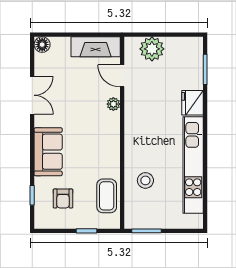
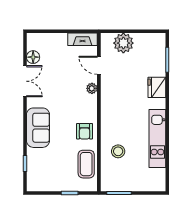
floor lamp: (42, 45) -> (33, 57), moved
fireplace: (96, 47) -> (82, 39), width x0.73, depth x0.76
kitchen unit: (193, 165) -> (157, 139), width x0.73
armchair: (63, 198) -> (85, 131), moved

